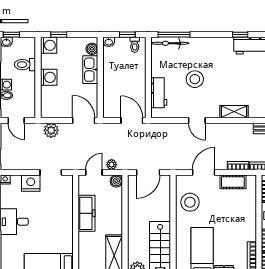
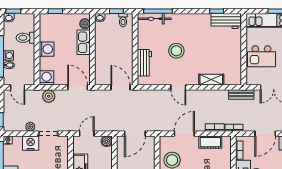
washing machine: (49, 45) -> (46, 78), moved, turned -90
plant: (112, 165) -> (30, 127), moved

